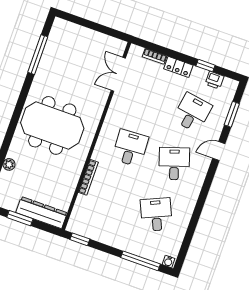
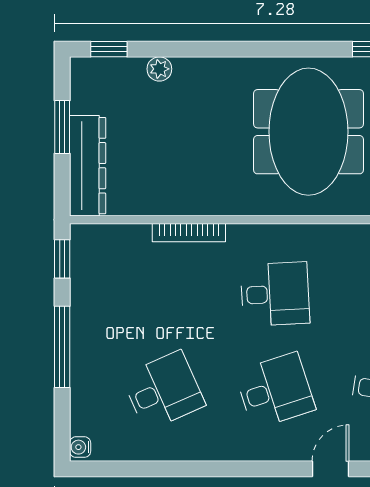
meeting table: (52, 125) -> (308, 132), moved
door: (219, 151) -> (330, 469), hinge flipped
window: (140, 261) -> (62, 347), moved

